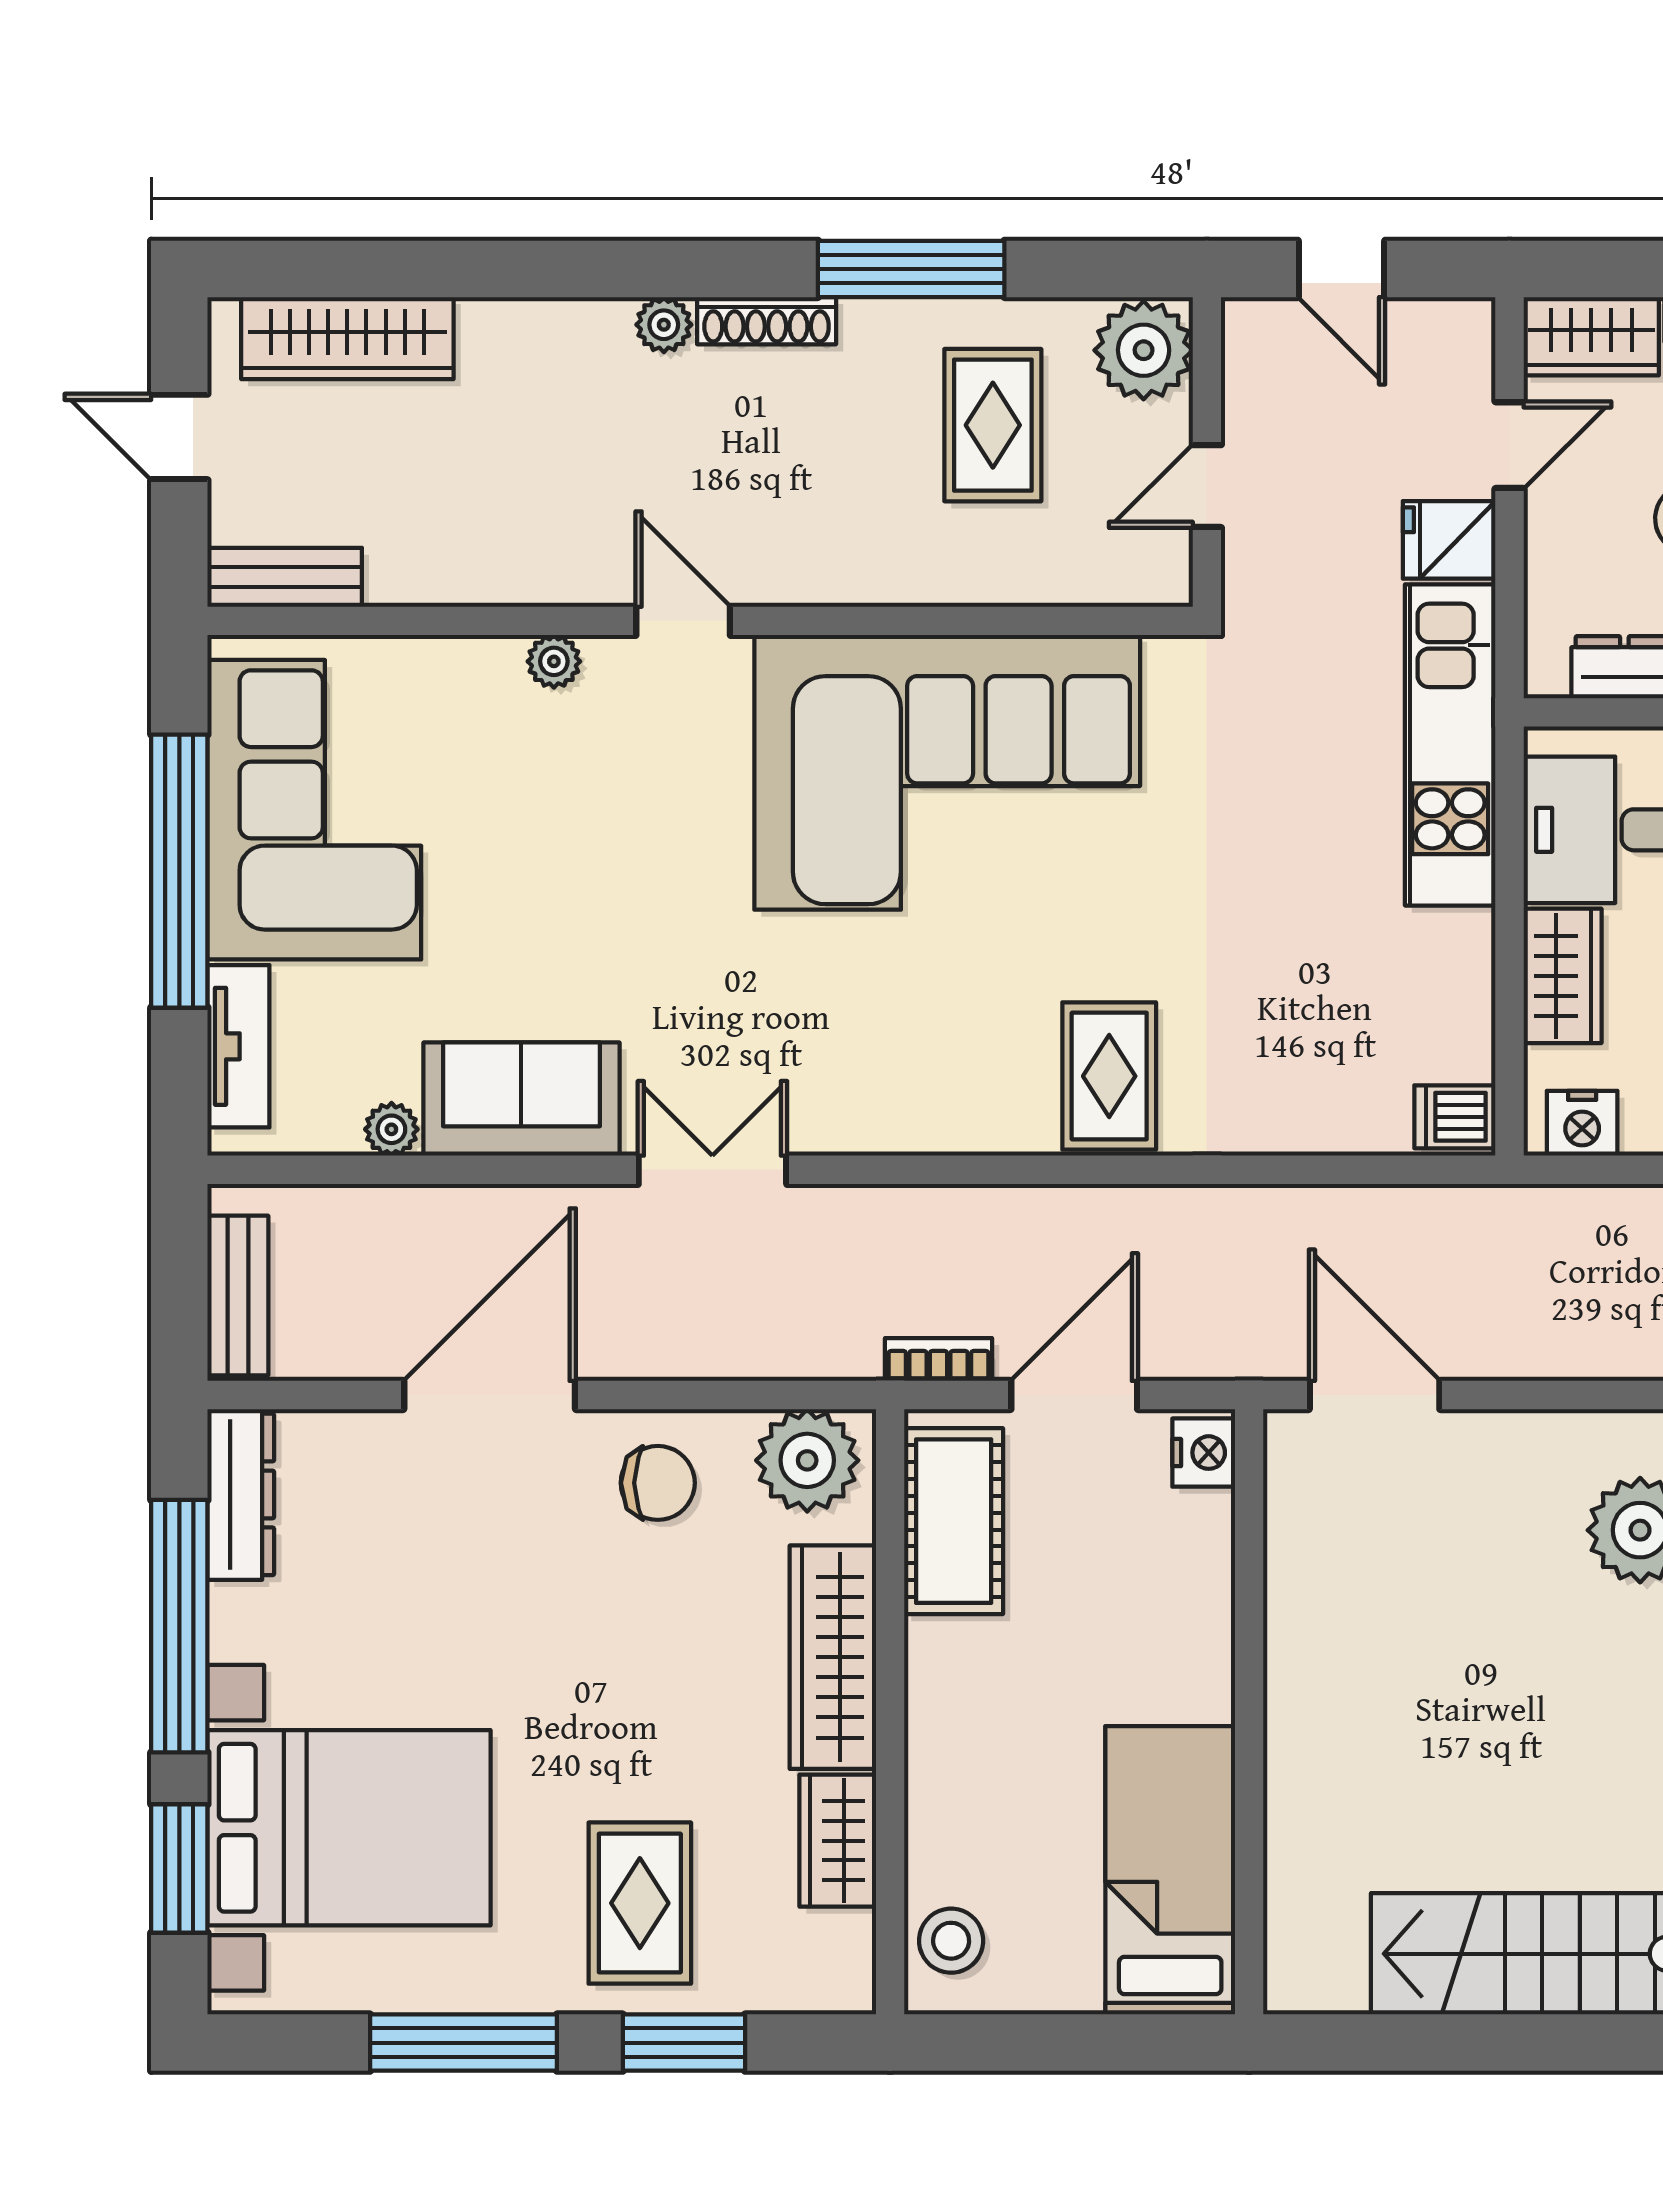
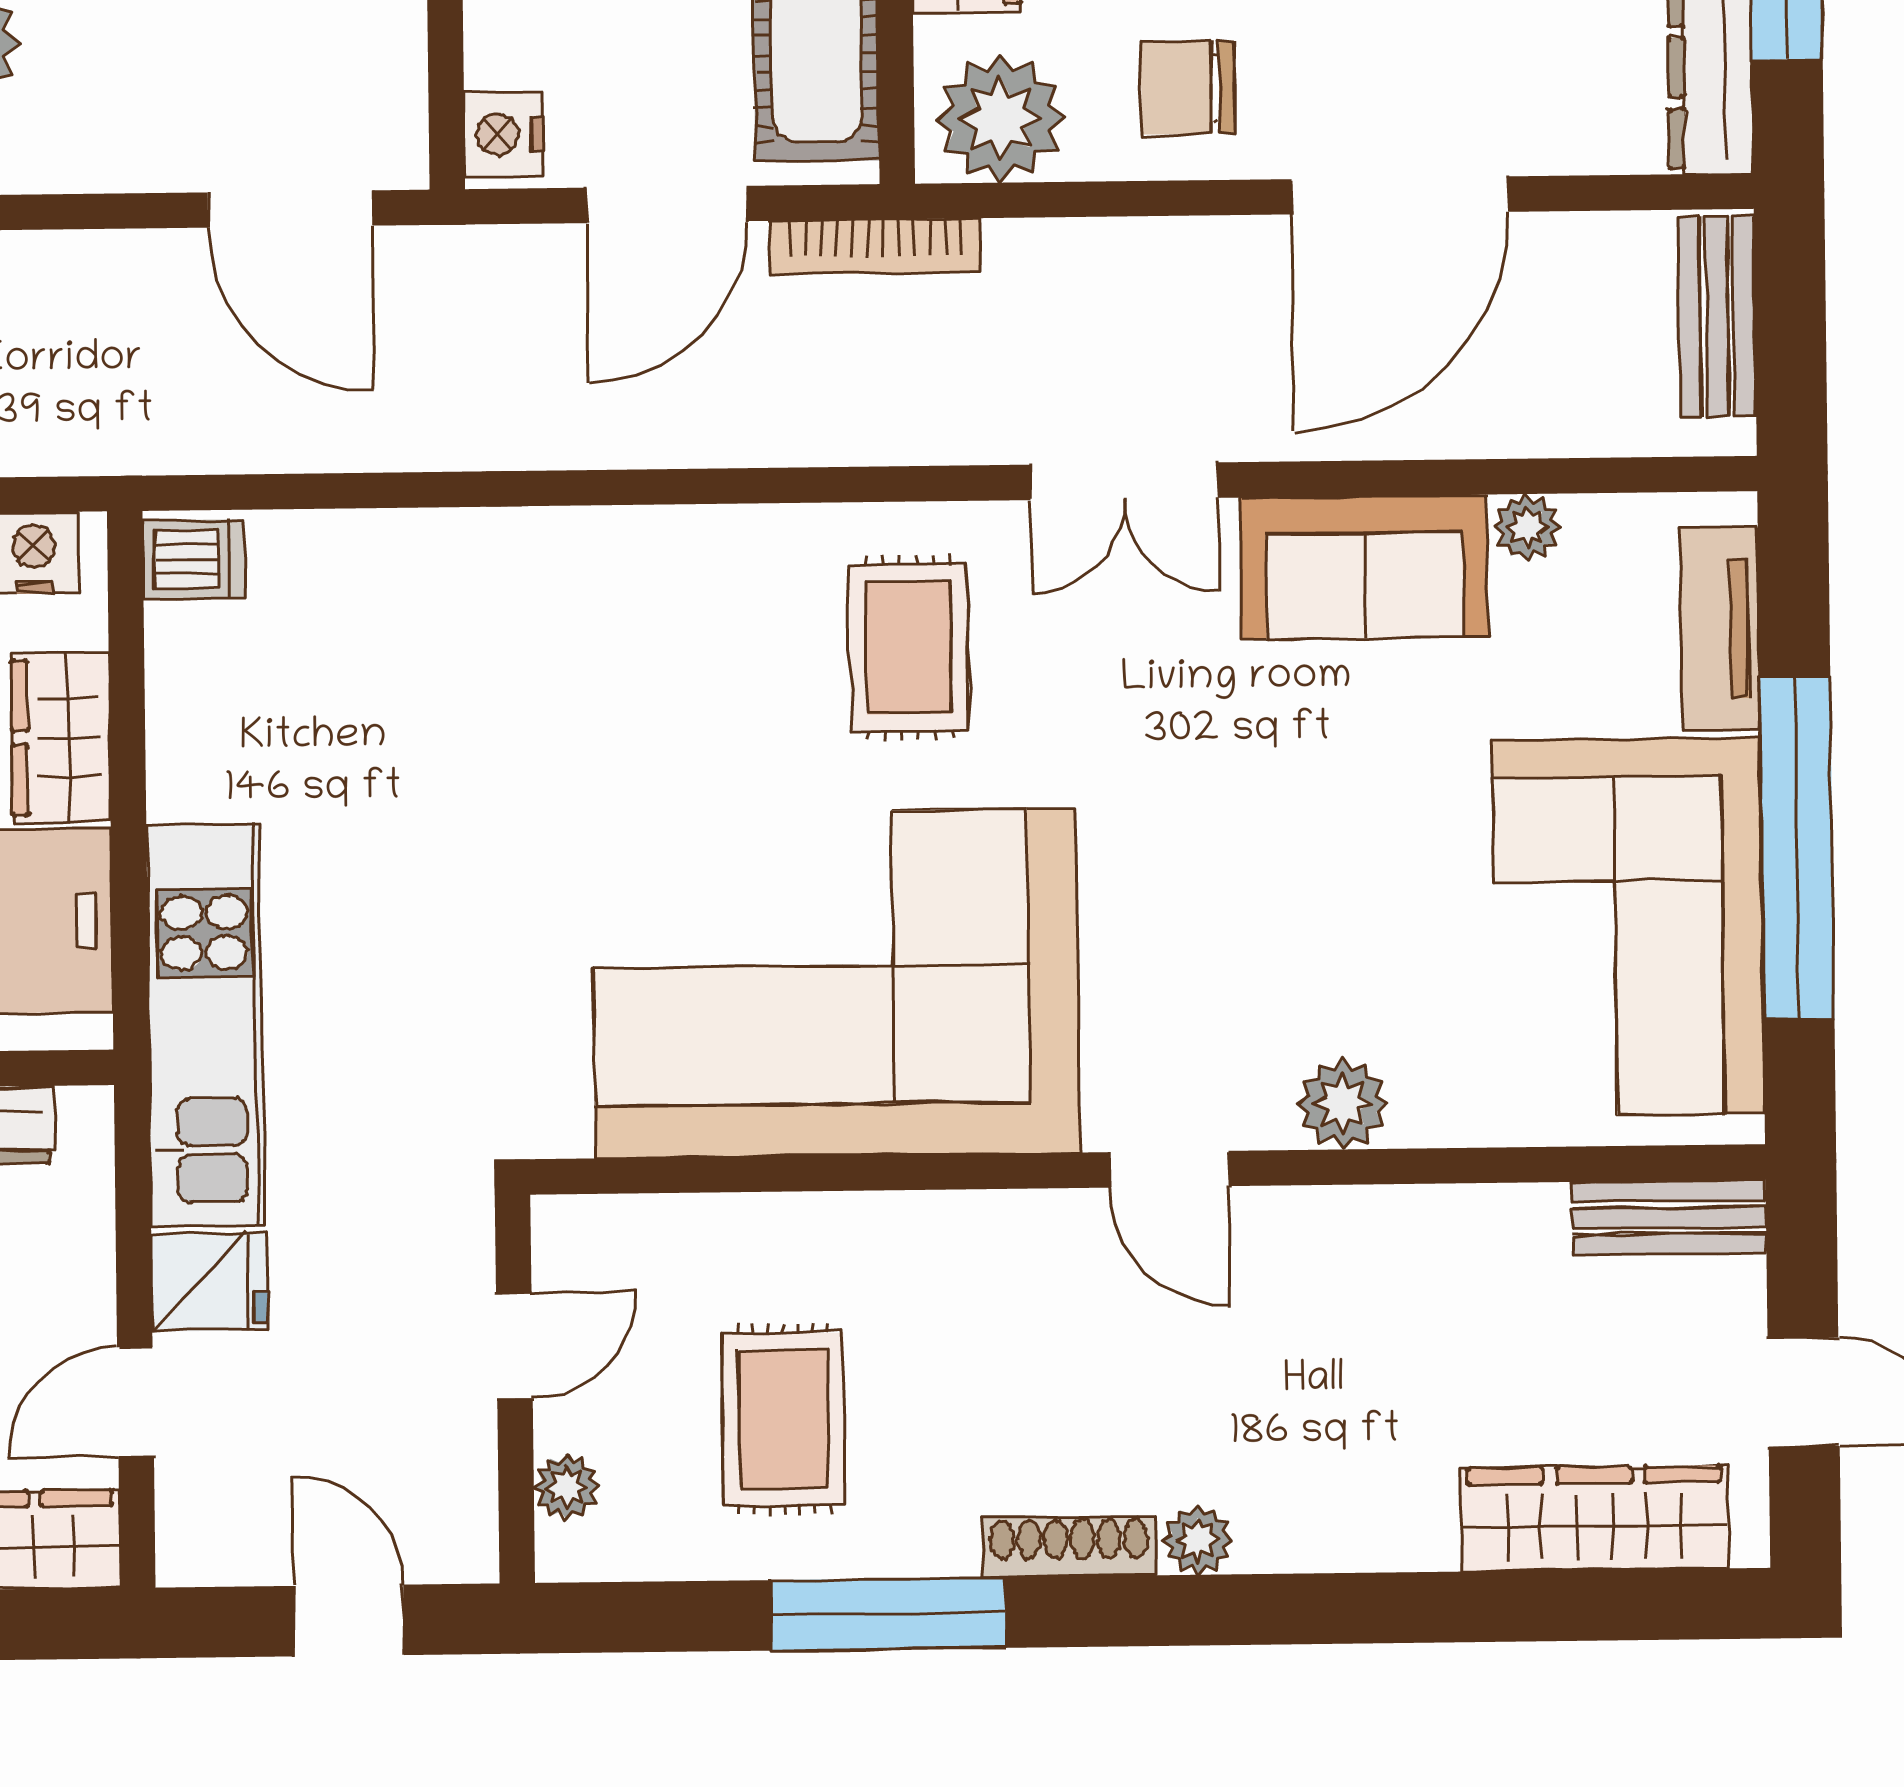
plant: (1144, 350) -> (567, 1487), width x0.53, depth x0.53
plant: (554, 661) -> (1343, 1104), width x1.38, depth x1.38
rug: (1109, 1076) -> (909, 648), moved
bookcase: (938, 1360) -> (875, 246), width x1.56

